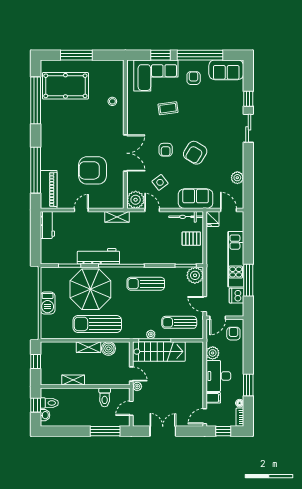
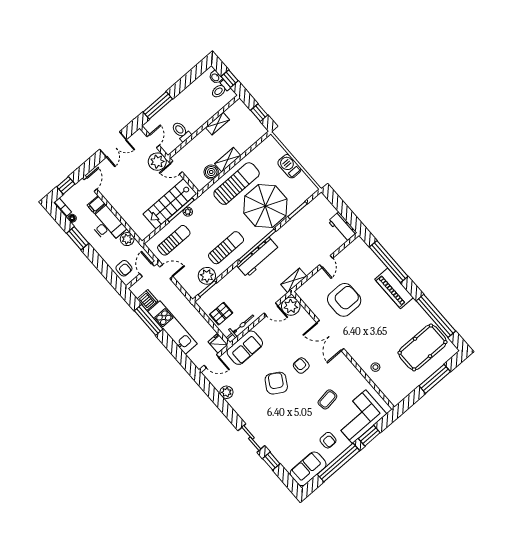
side table: (160, 182) -> (283, 336), removed
piano: (49, 189) -> (394, 288), moved
workbench: (98, 256) -> (258, 257), moved
plant: (195, 275) -> (207, 276), moved
plant: (137, 386) -> (157, 162), width x1.88, depth x1.88

